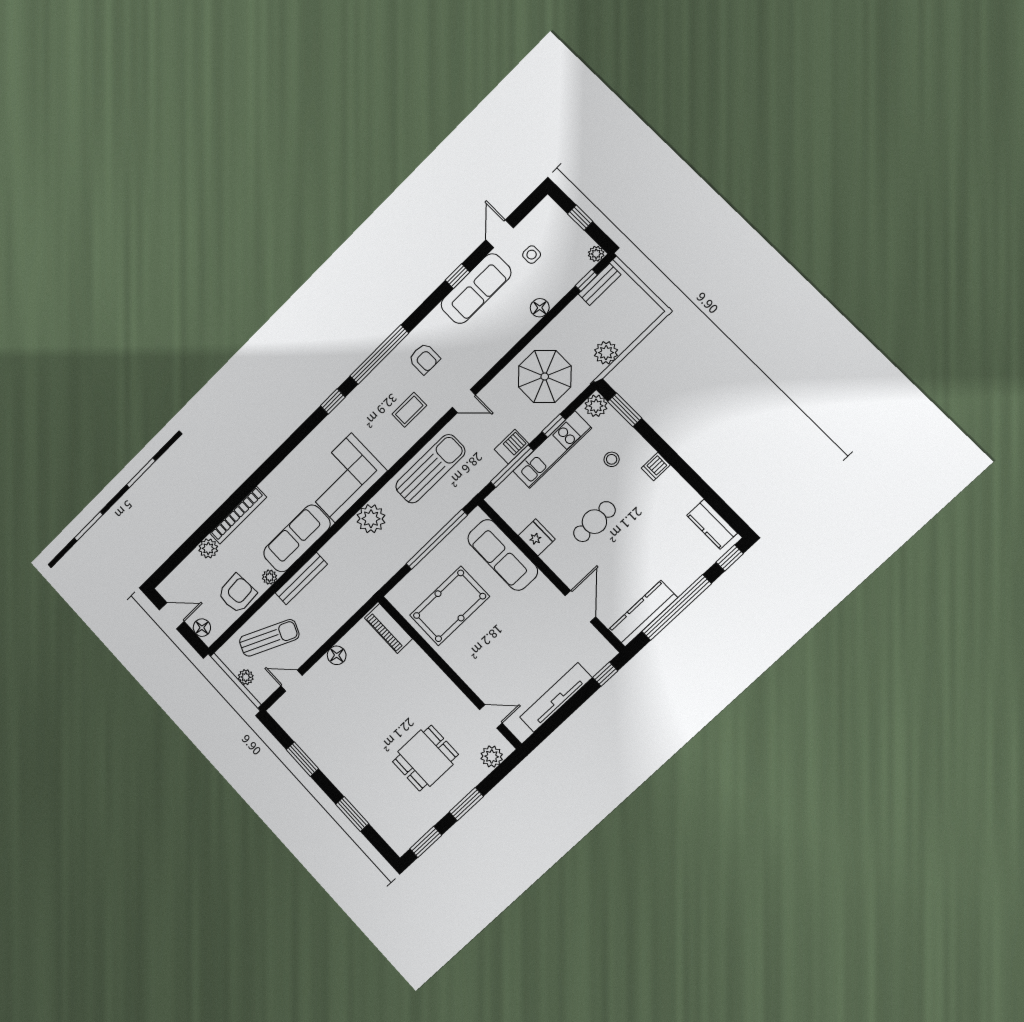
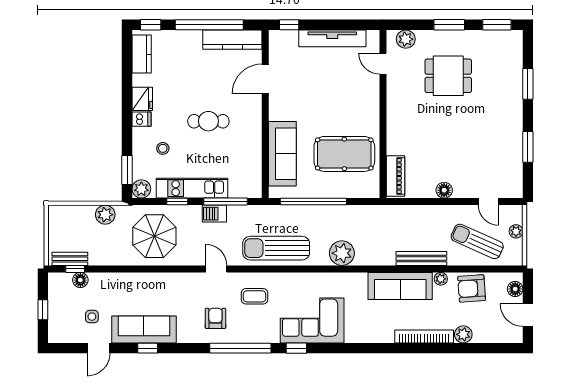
plant: (596, 254) -> (54, 279), removed
floor lamp: (540, 308) -> (80, 280), moved
corner sofa: (343, 478) -> (312, 320), moved, turned 180
fridge: (537, 537) -> (142, 99), moved, turned 180

